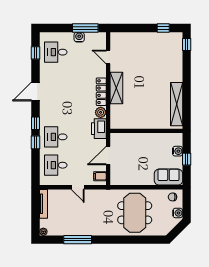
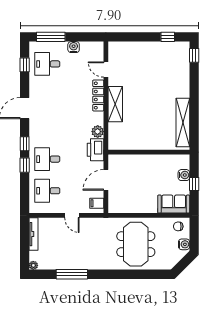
window: (85, 28) -> (51, 37), moved
locker: (101, 92) -> (98, 95), moved

